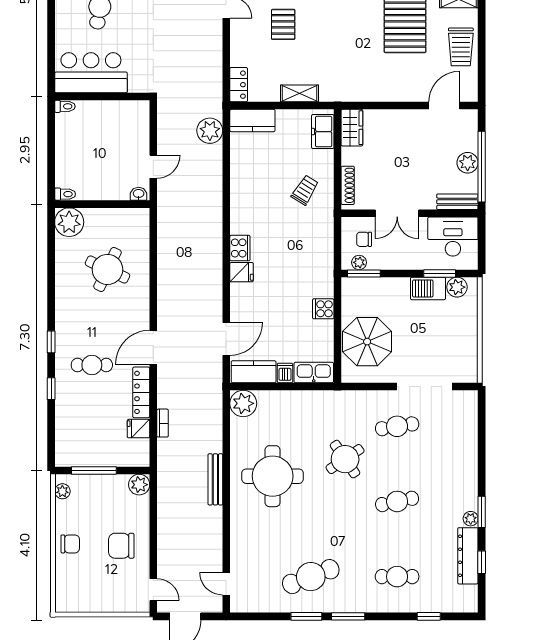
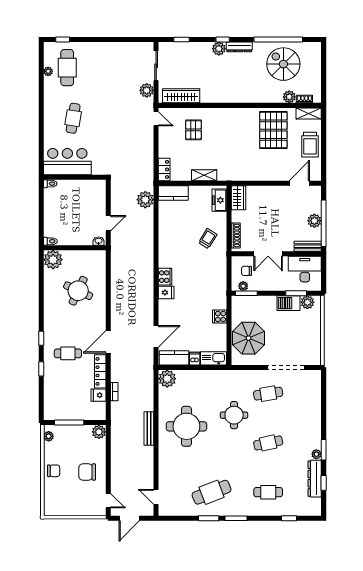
round table: (345, 459) -> (234, 415), turned 34

